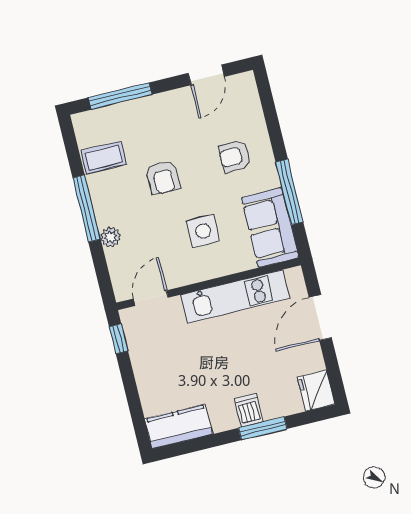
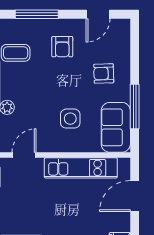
armchair: (163, 177) -> (62, 47), moved

